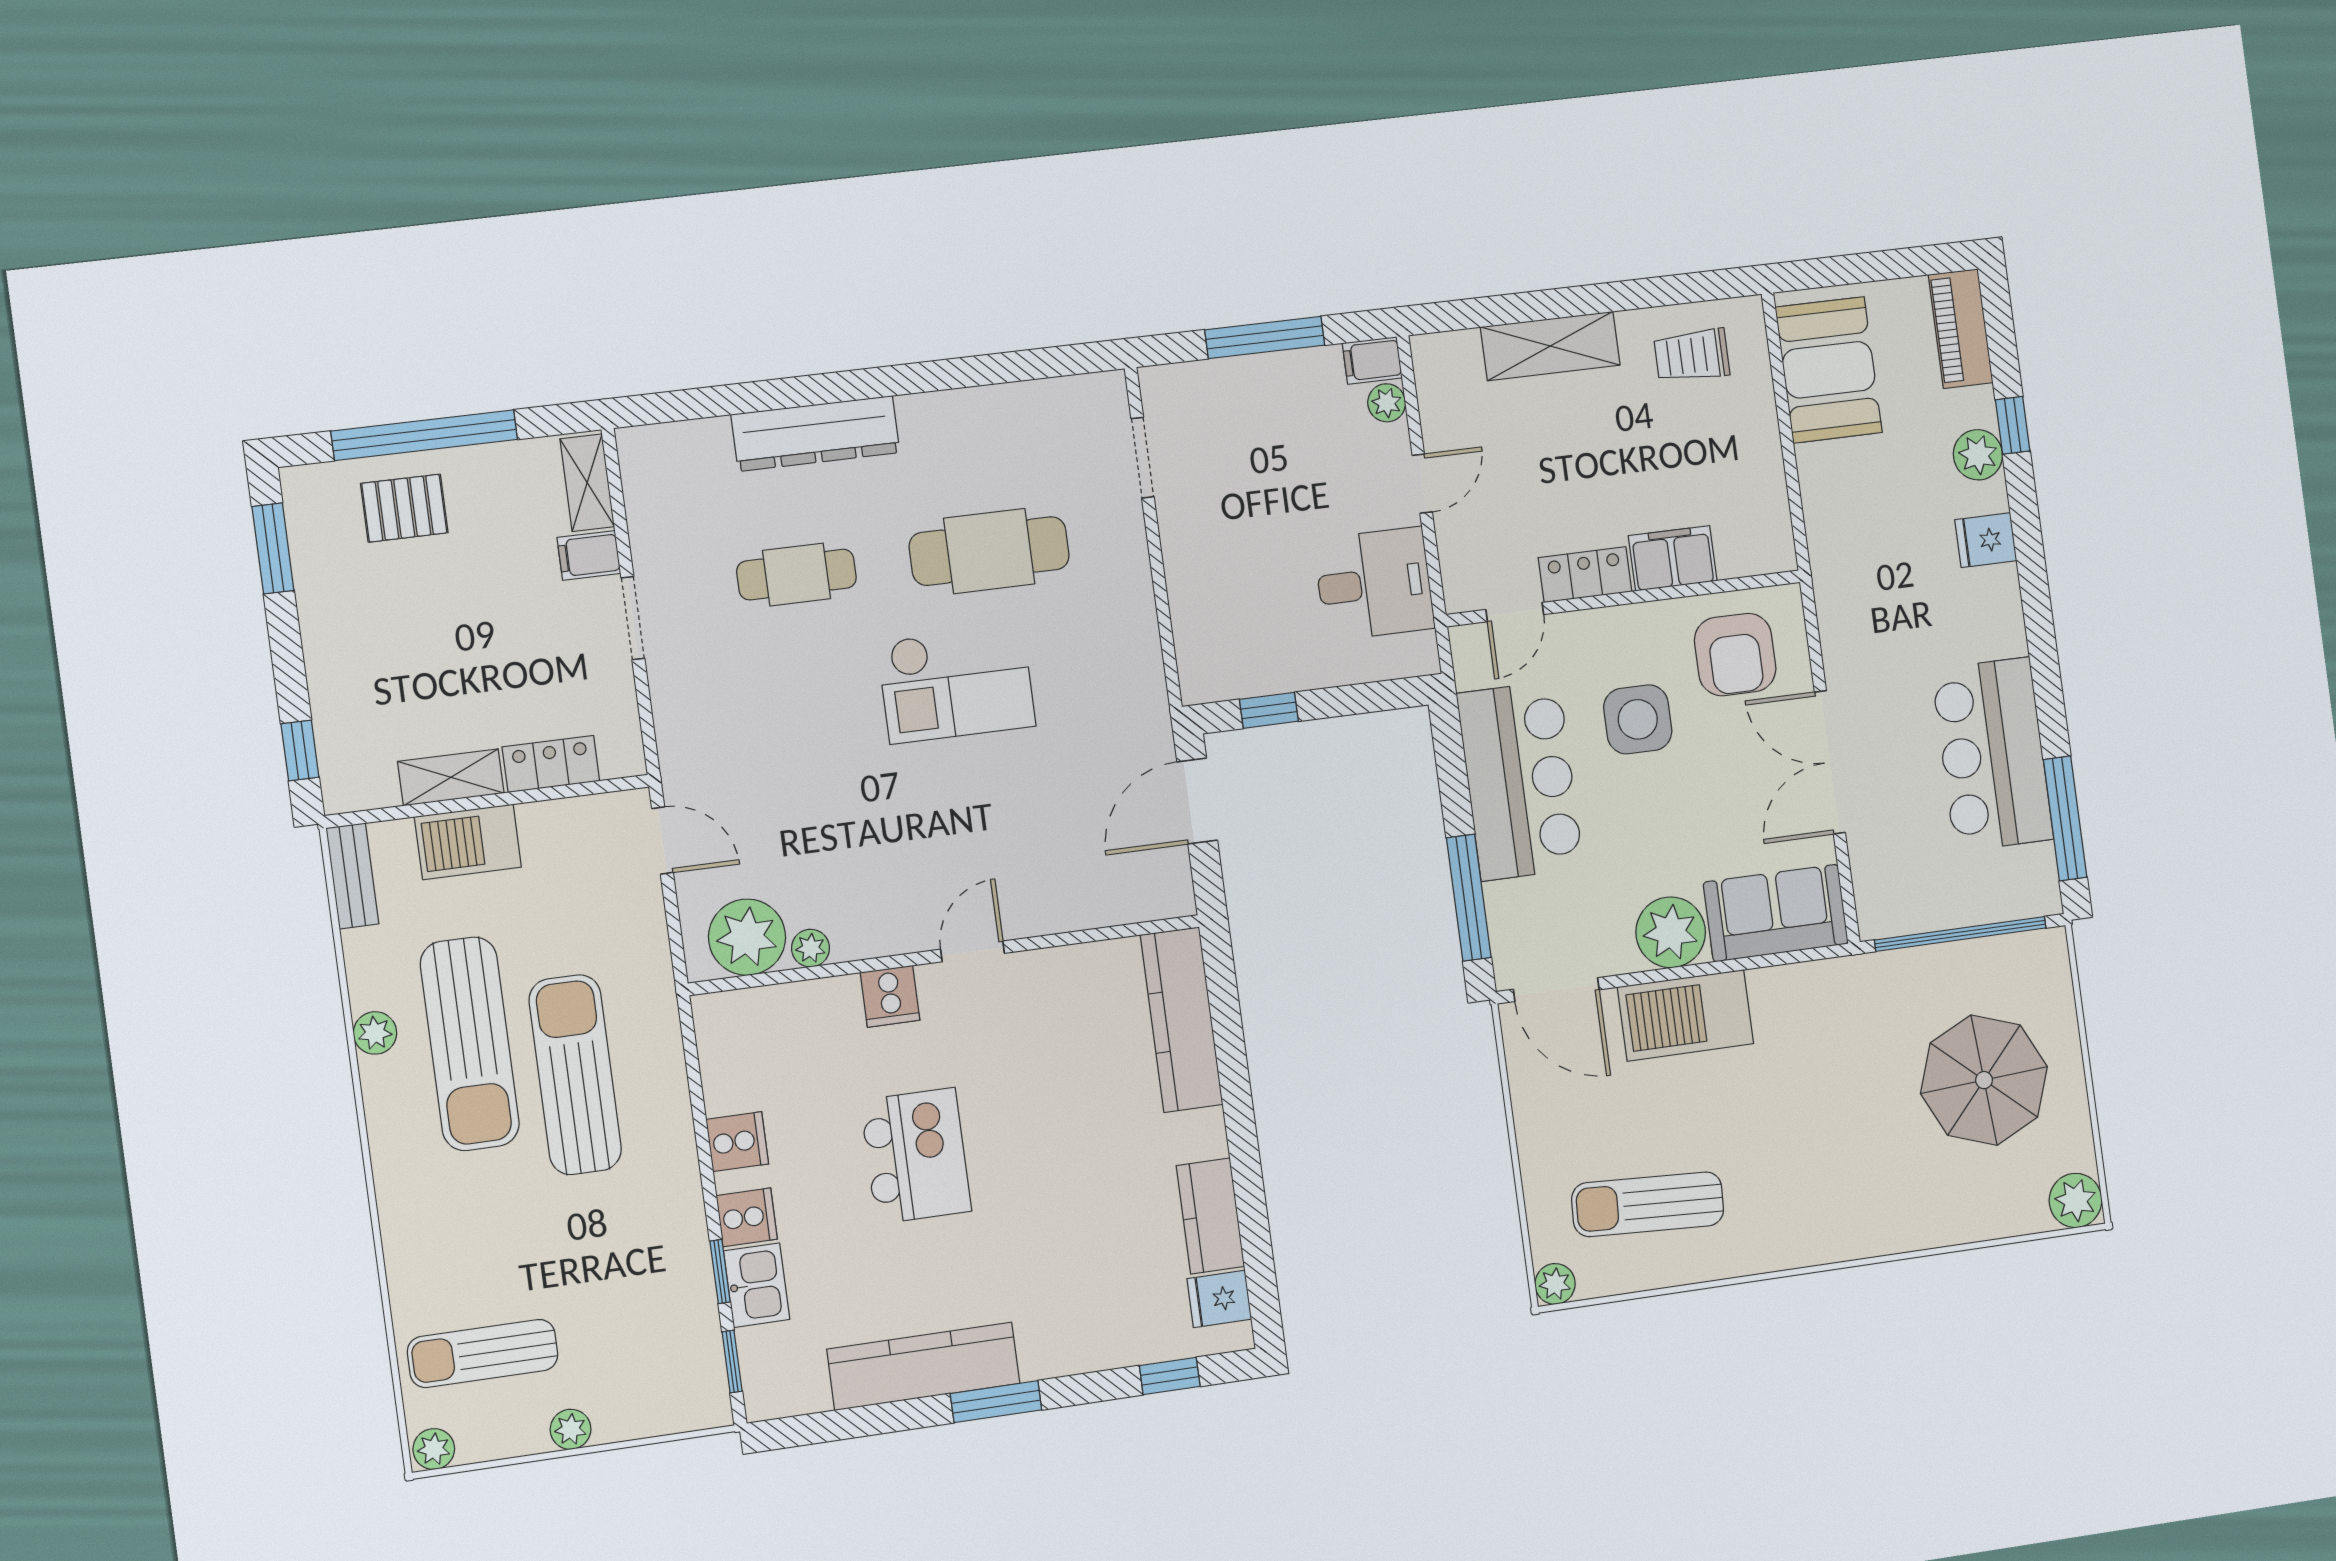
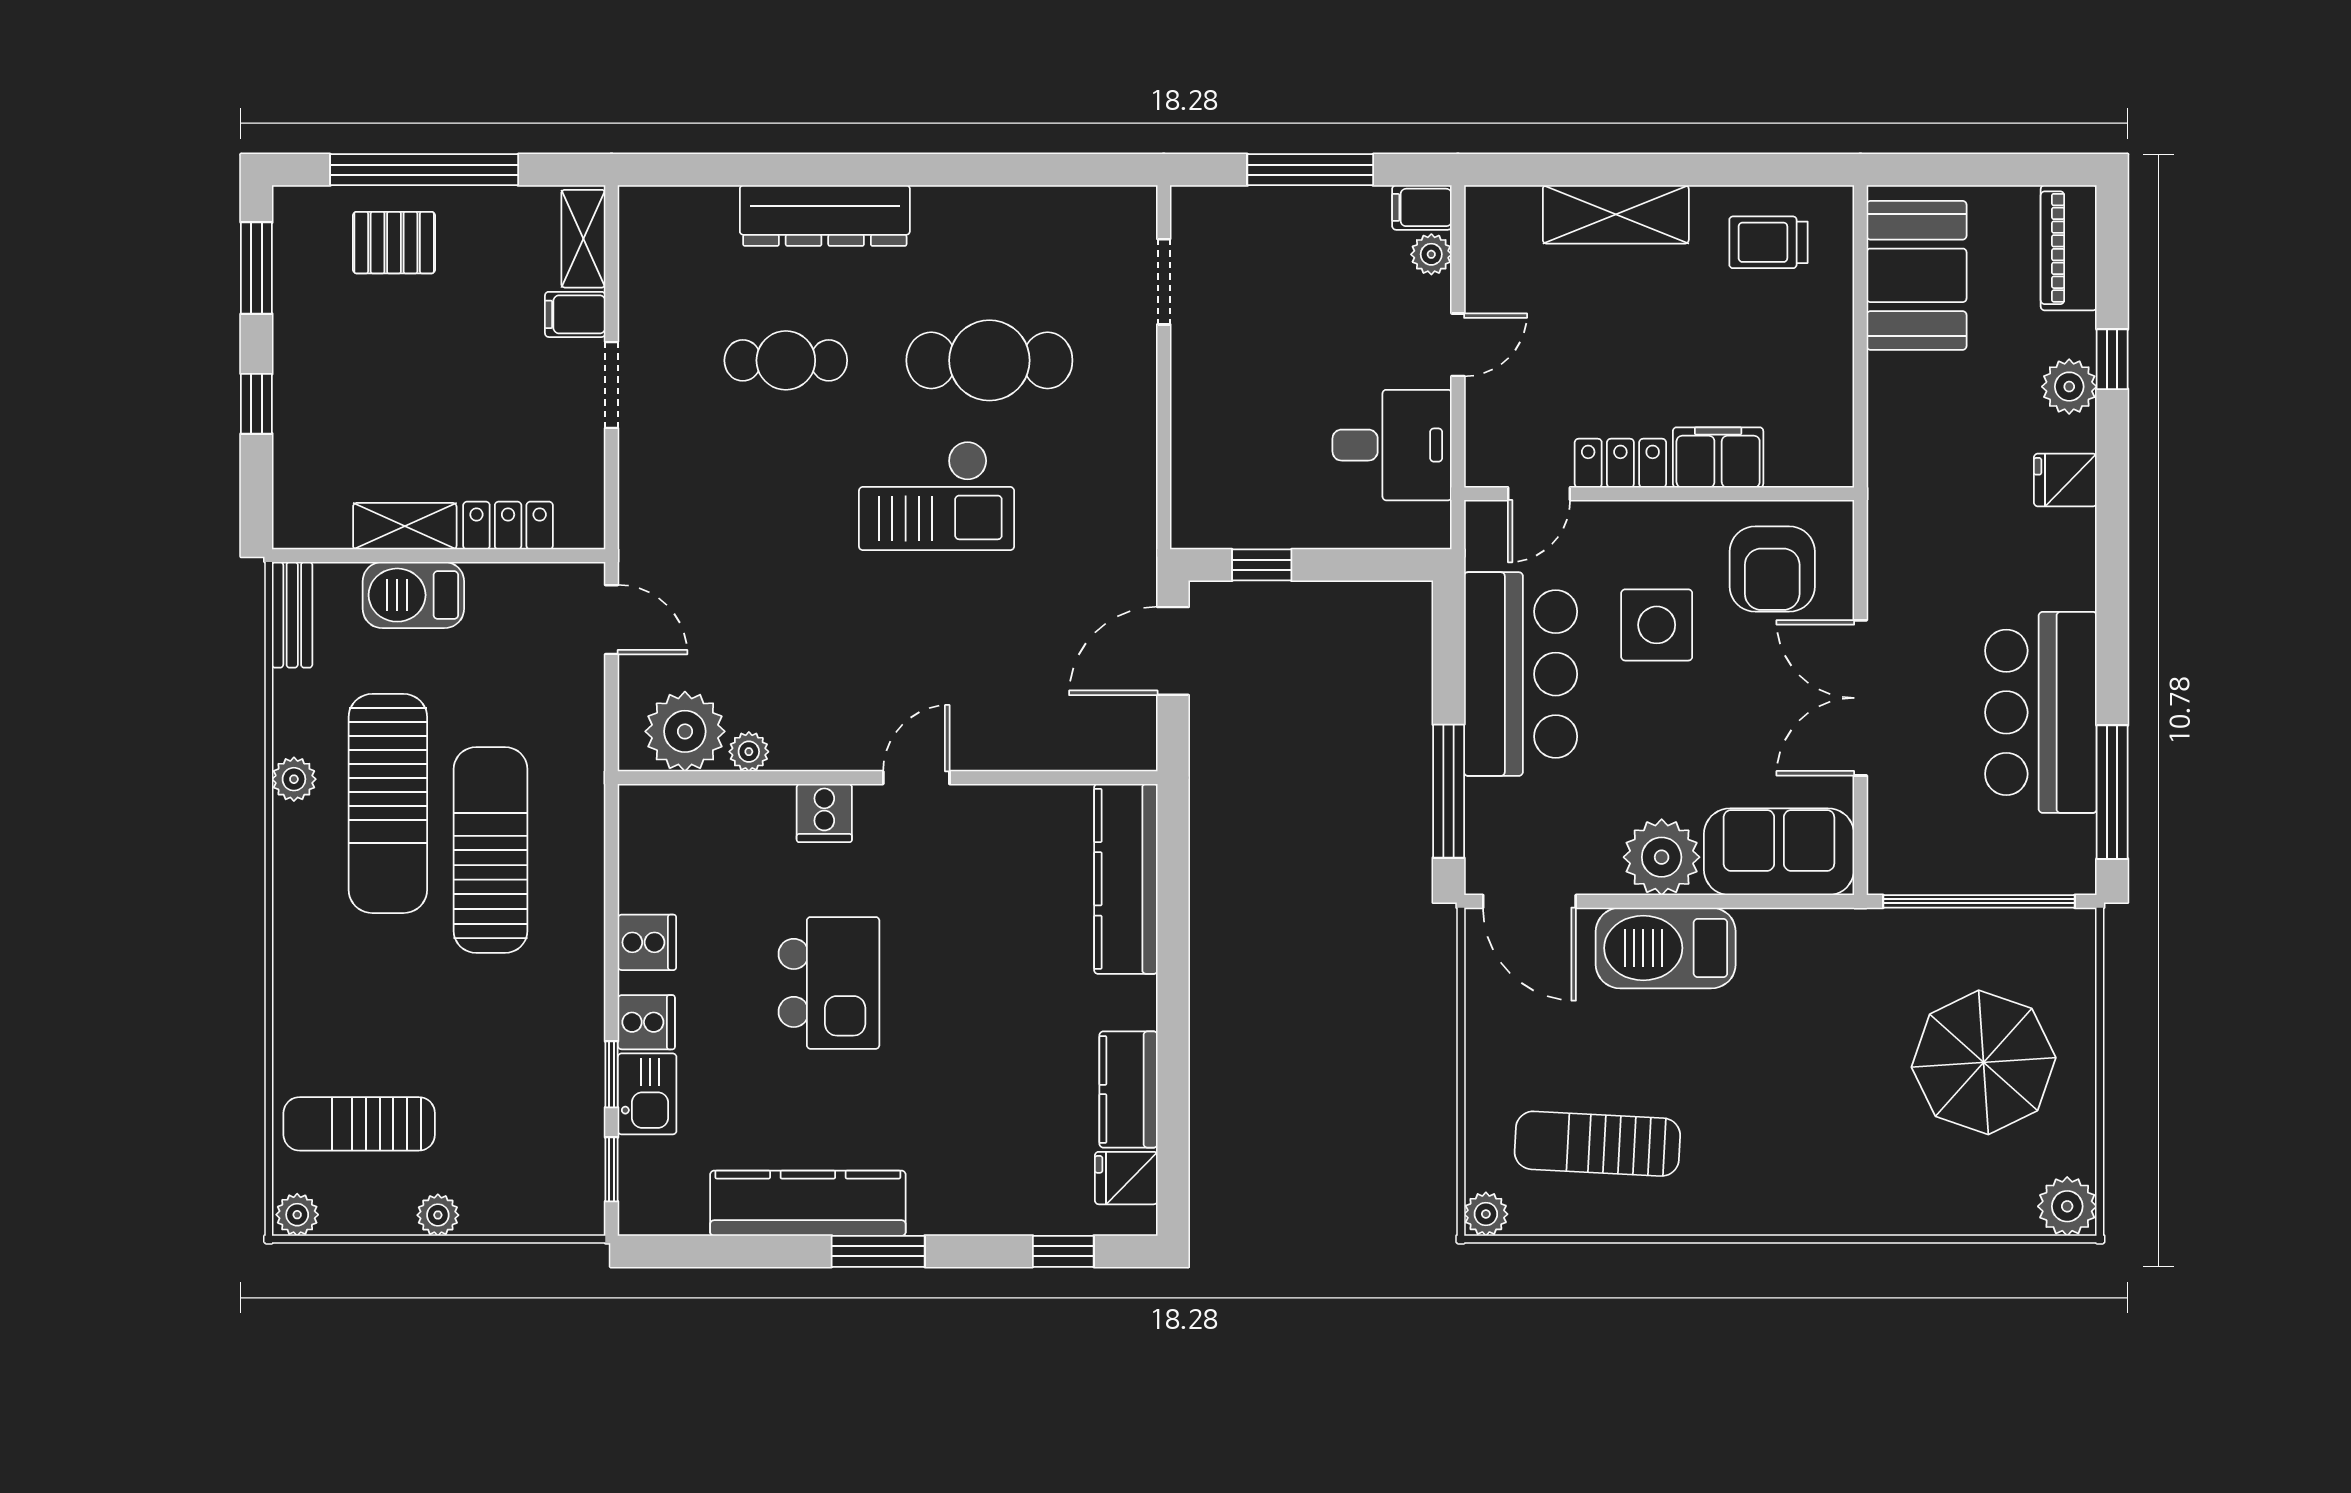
window: (300, 750) -> (256, 404), moved

